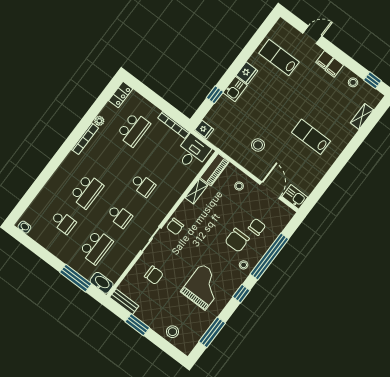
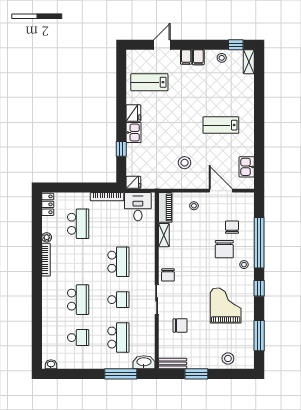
shelving: (362, 116) -> (249, 62), moved
school desk: (143, 185) -> (118, 262), width x1.85
kitchen sink: (295, 197) -> (247, 167), moved, turned -90

